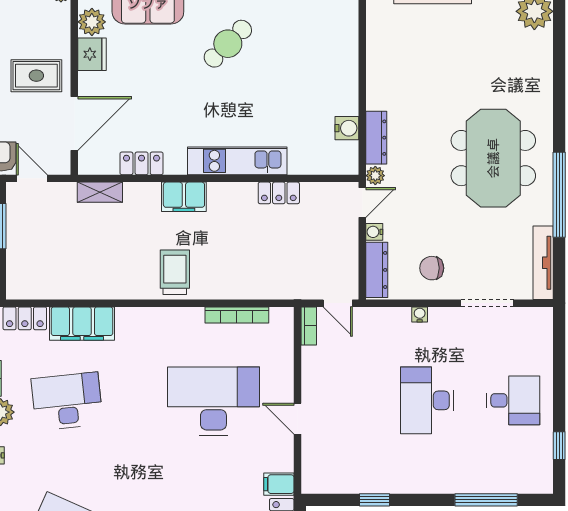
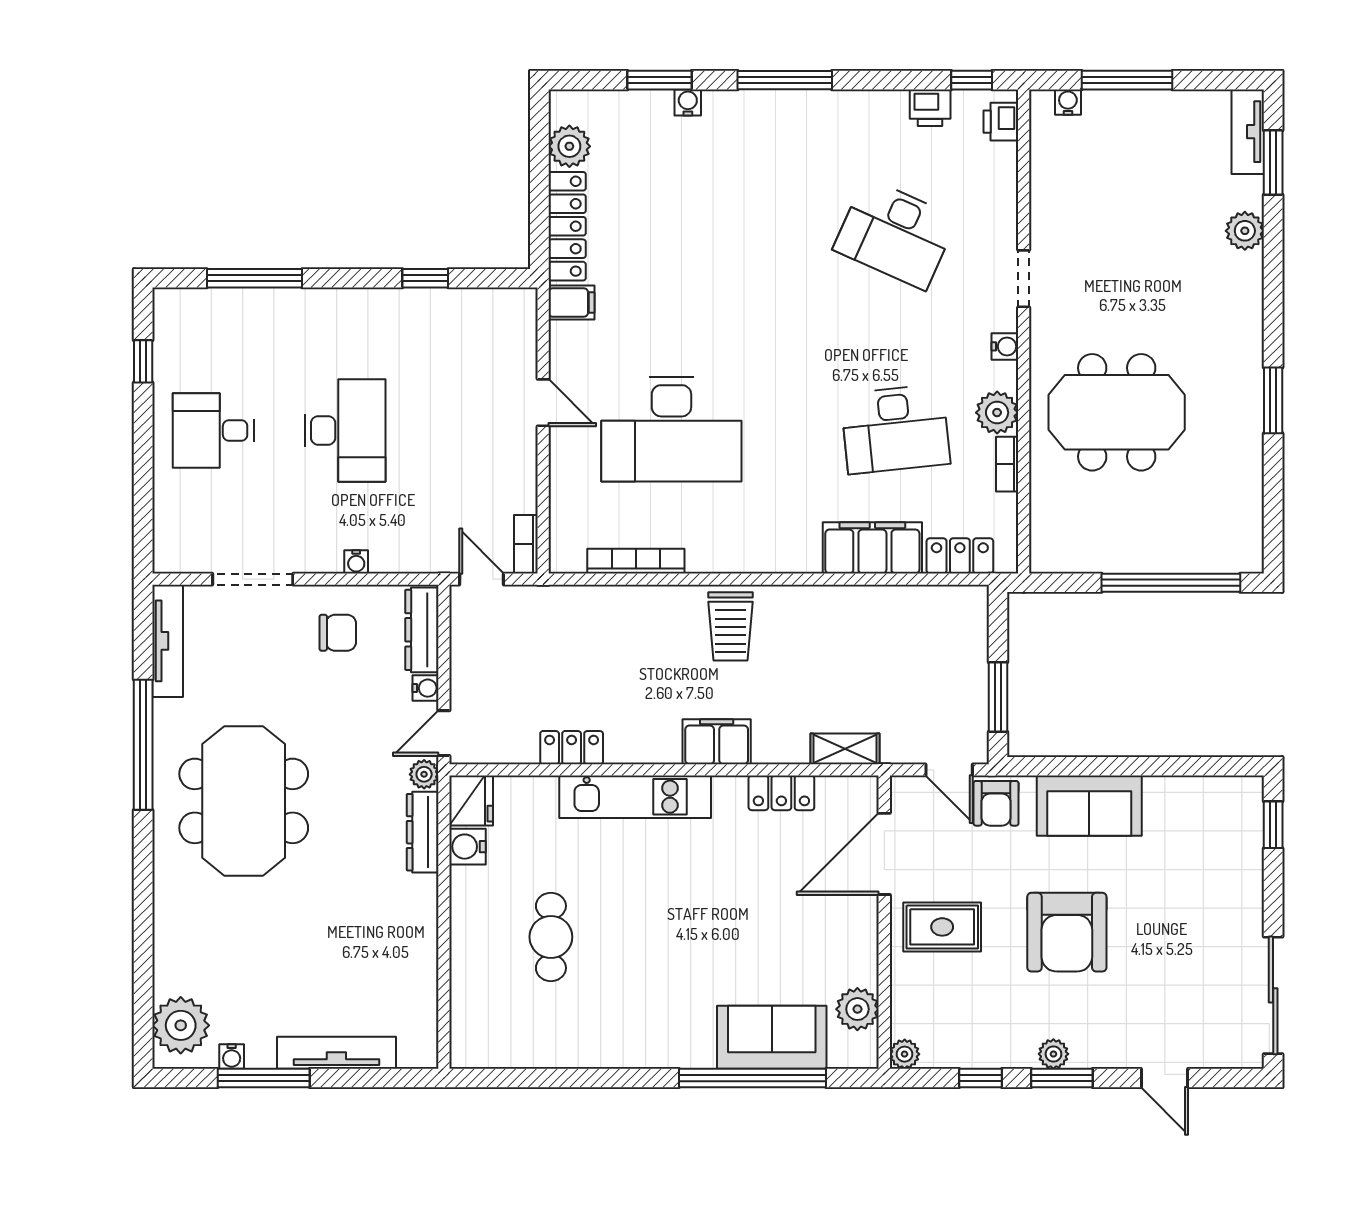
cafe table: (228, 44) -> (551, 937), moved, turned -45
fridge: (92, 54) -> (471, 800), moved, turned 180

